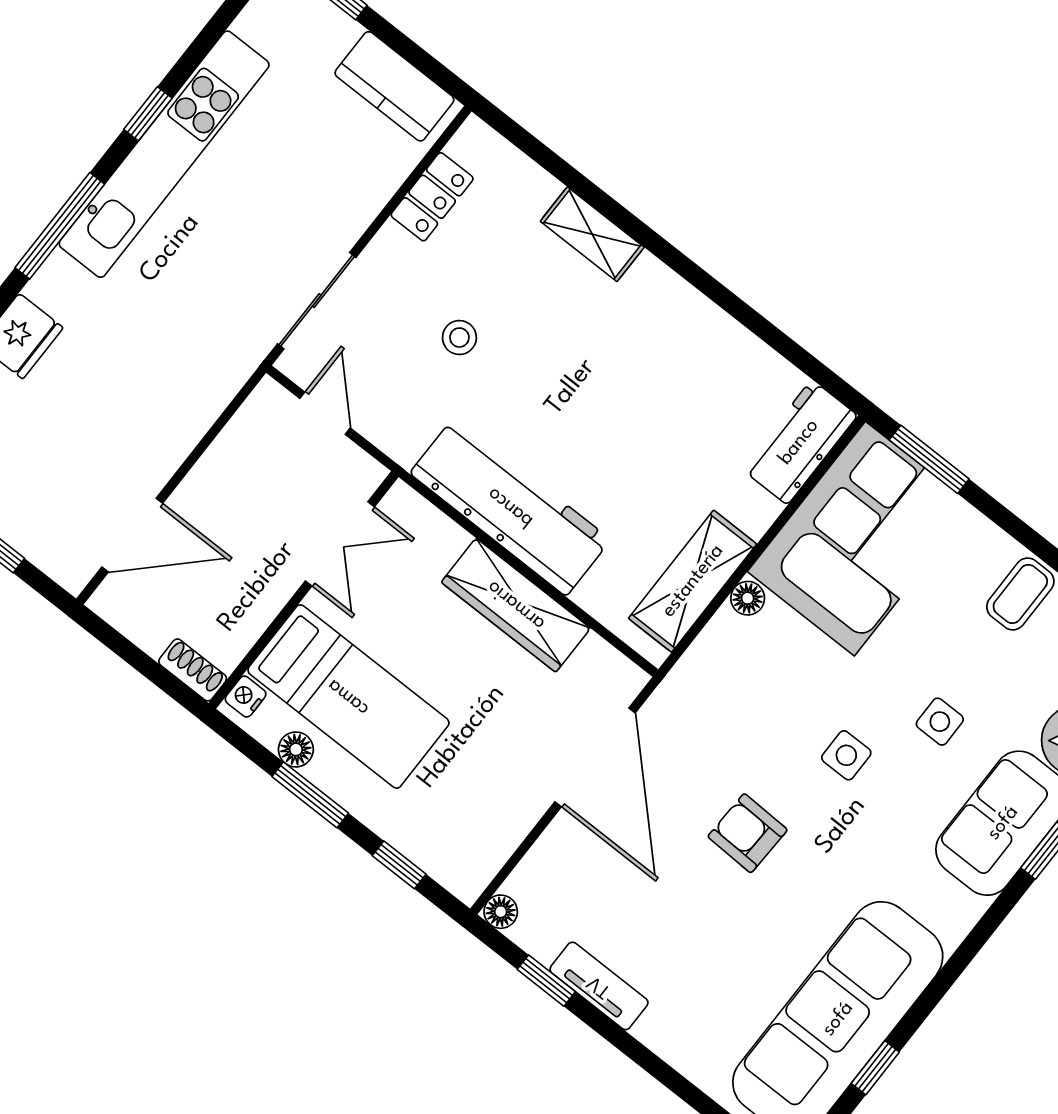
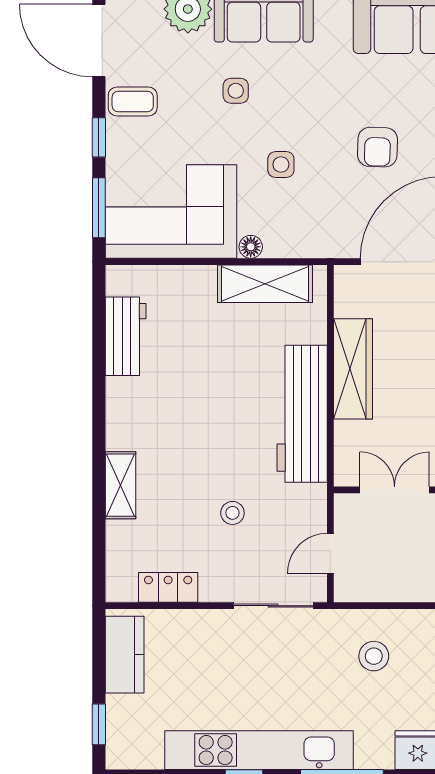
stool: (168, 370) -> (374, 656), added
workbench: (799, 442) -> (126, 336), moved, turned -90
window: (1010, 523) -> (99, 137), added
side table: (846, 755) -> (281, 164), moved

